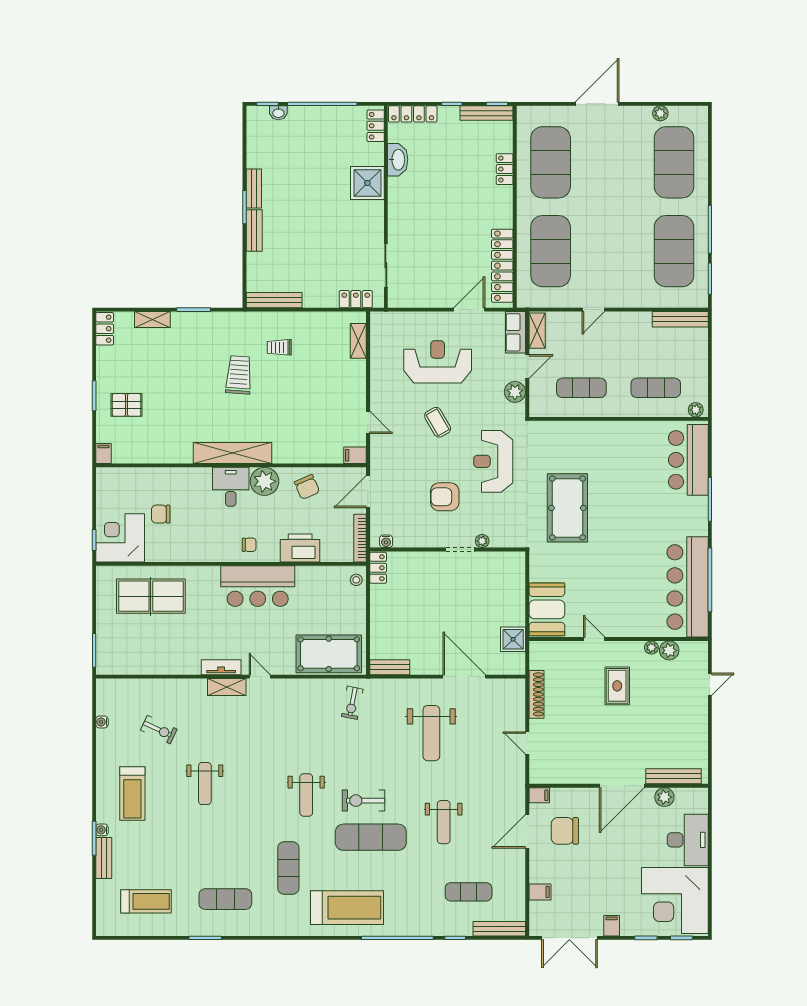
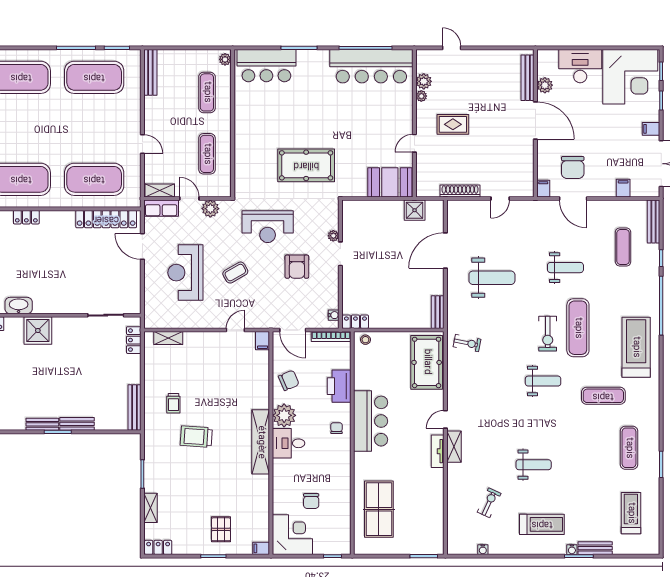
corner desk: (120, 538) -> (292, 535), moved, turned 180

